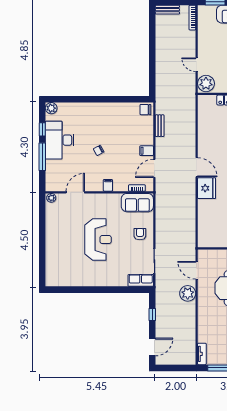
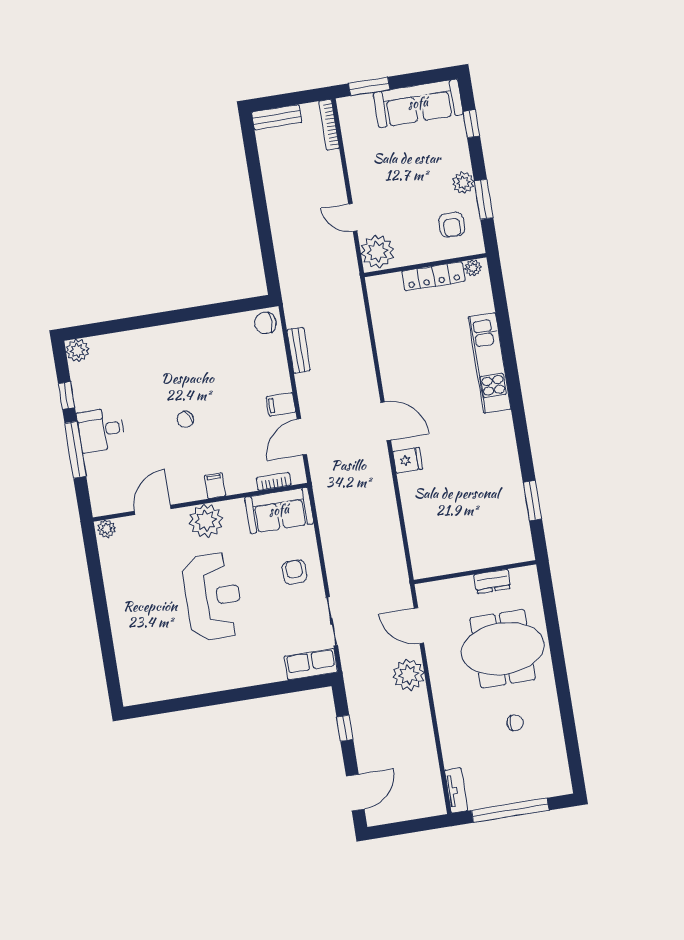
desk: (60, 140) -> (101, 430), width x0.53, depth x0.77
fridge: (207, 188) -> (408, 460), width x0.53, depth x0.75
plant: (101, 202) -> (206, 521), added

